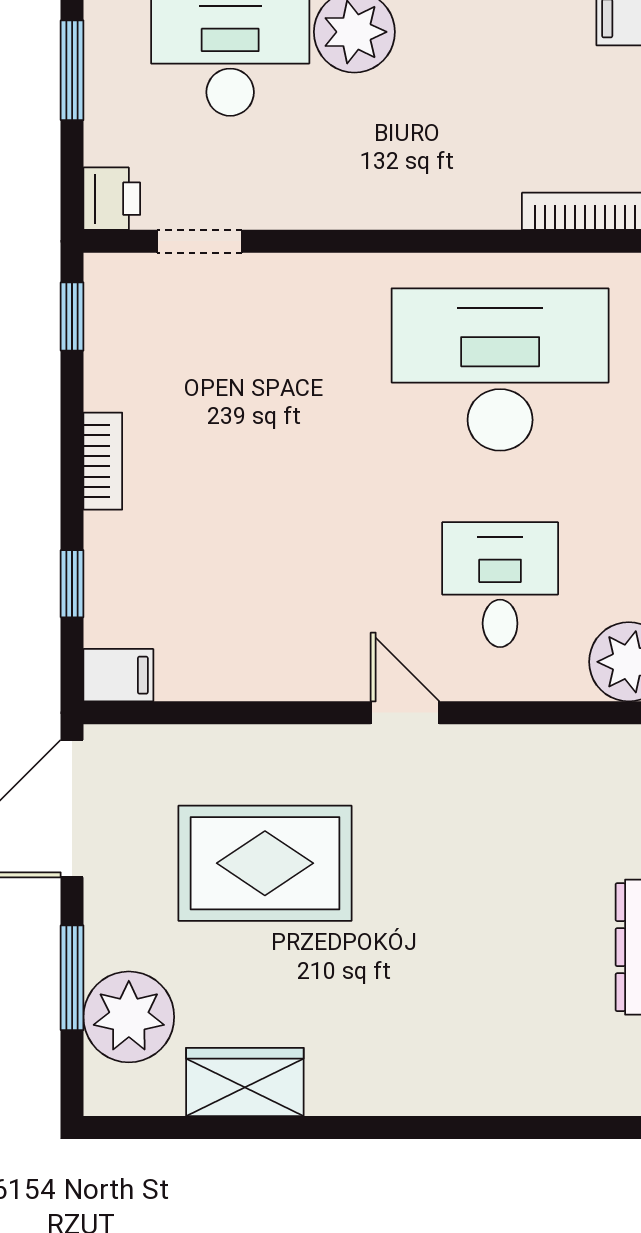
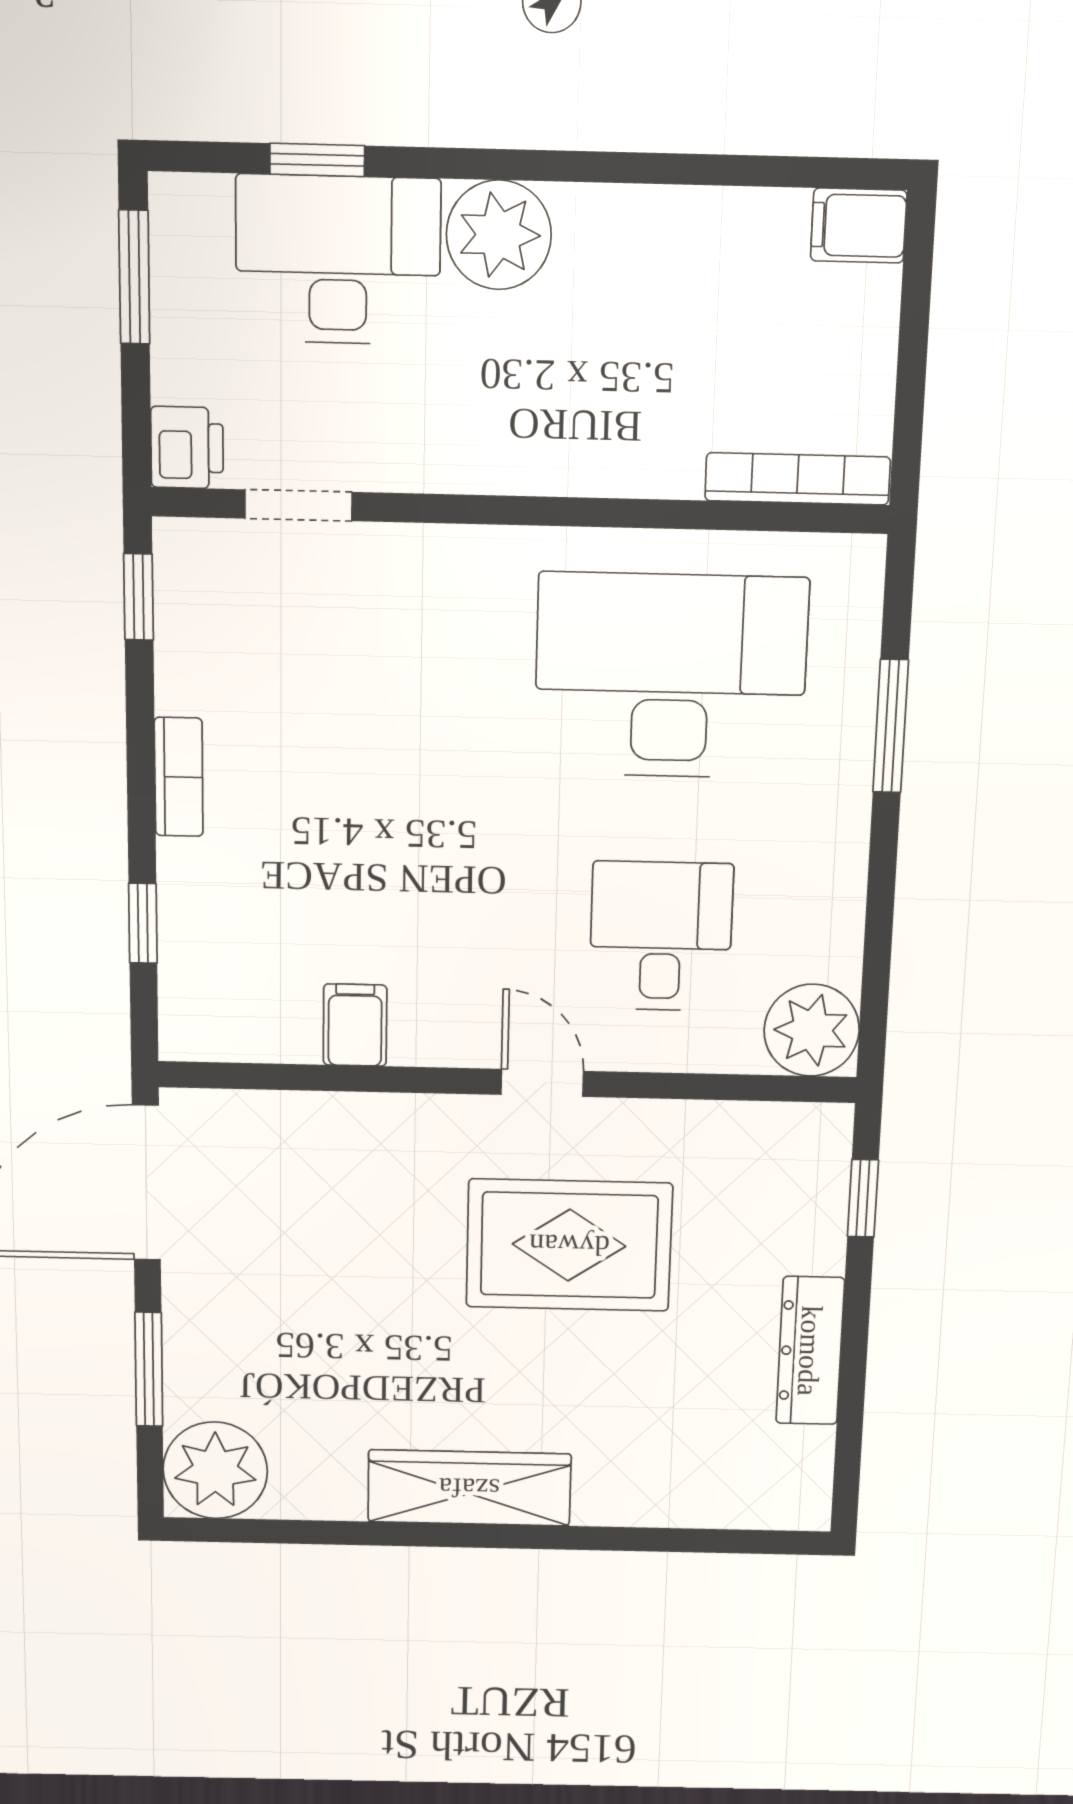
filing cabinet: (118, 675) -> (355, 1025), moved, turned -90
rug: (265, 863) -> (569, 1245), moved
plant: (129, 1017) -> (215, 1470), moved
wardrobe: (245, 1082) -> (469, 1488), moved, width x1.50

